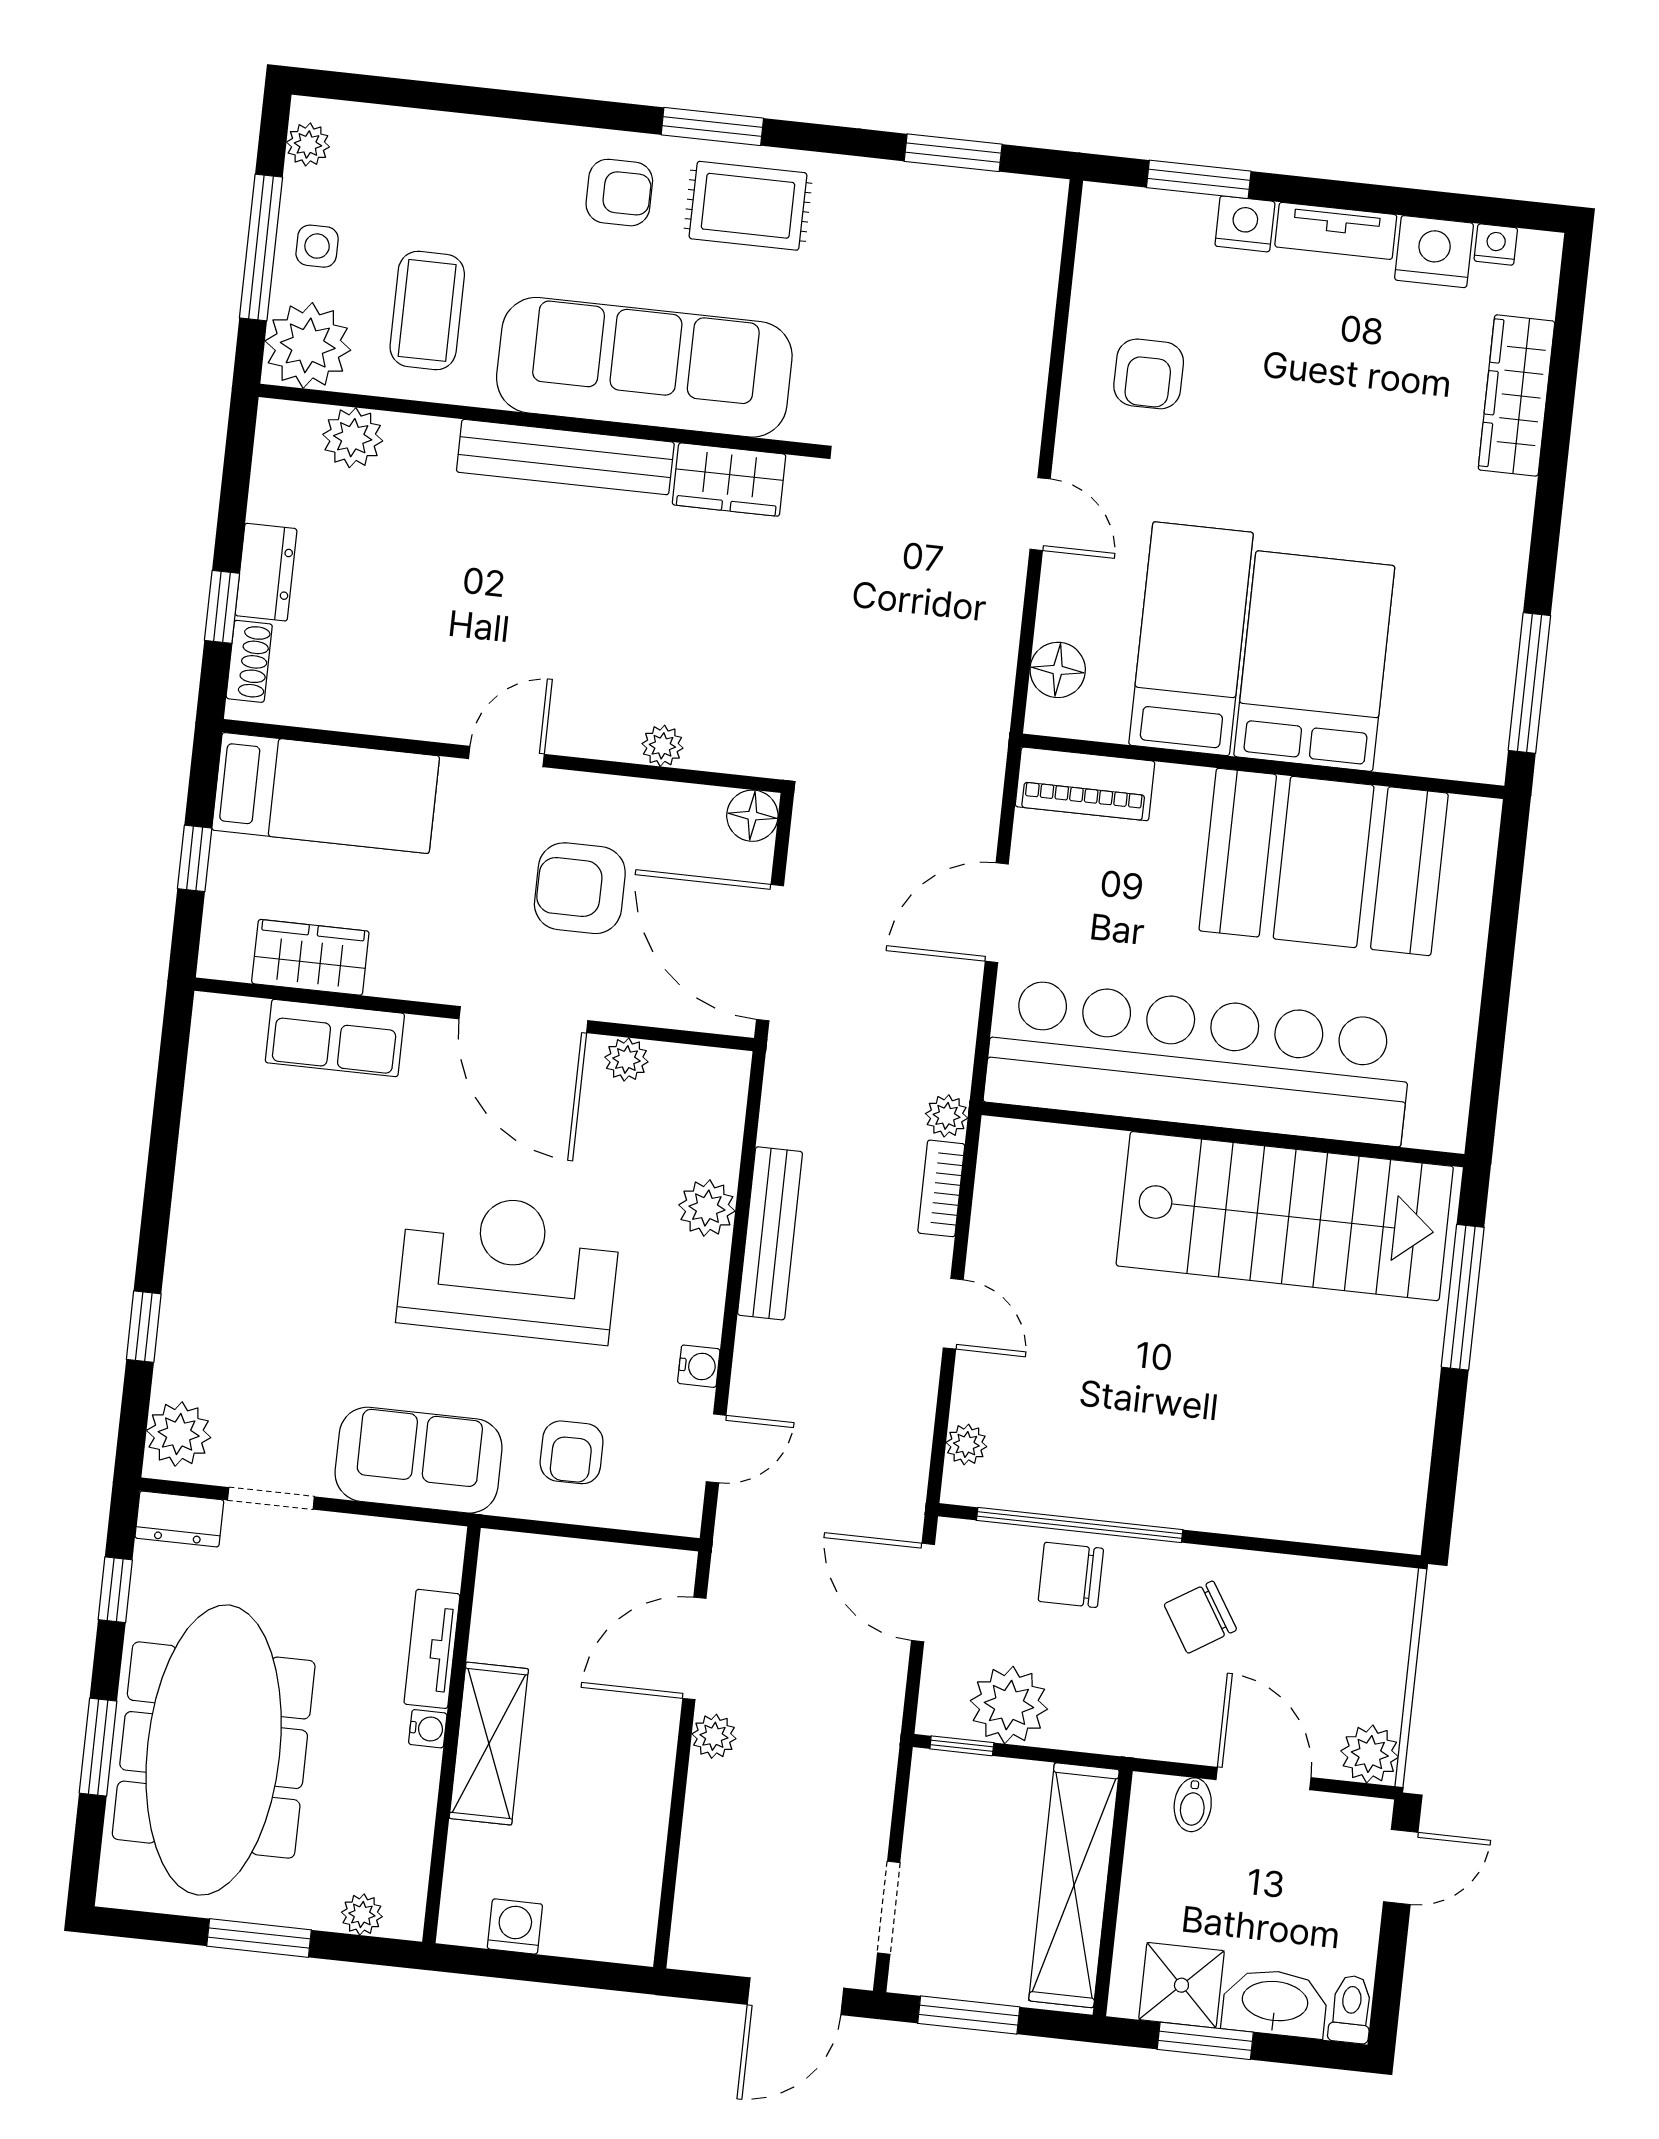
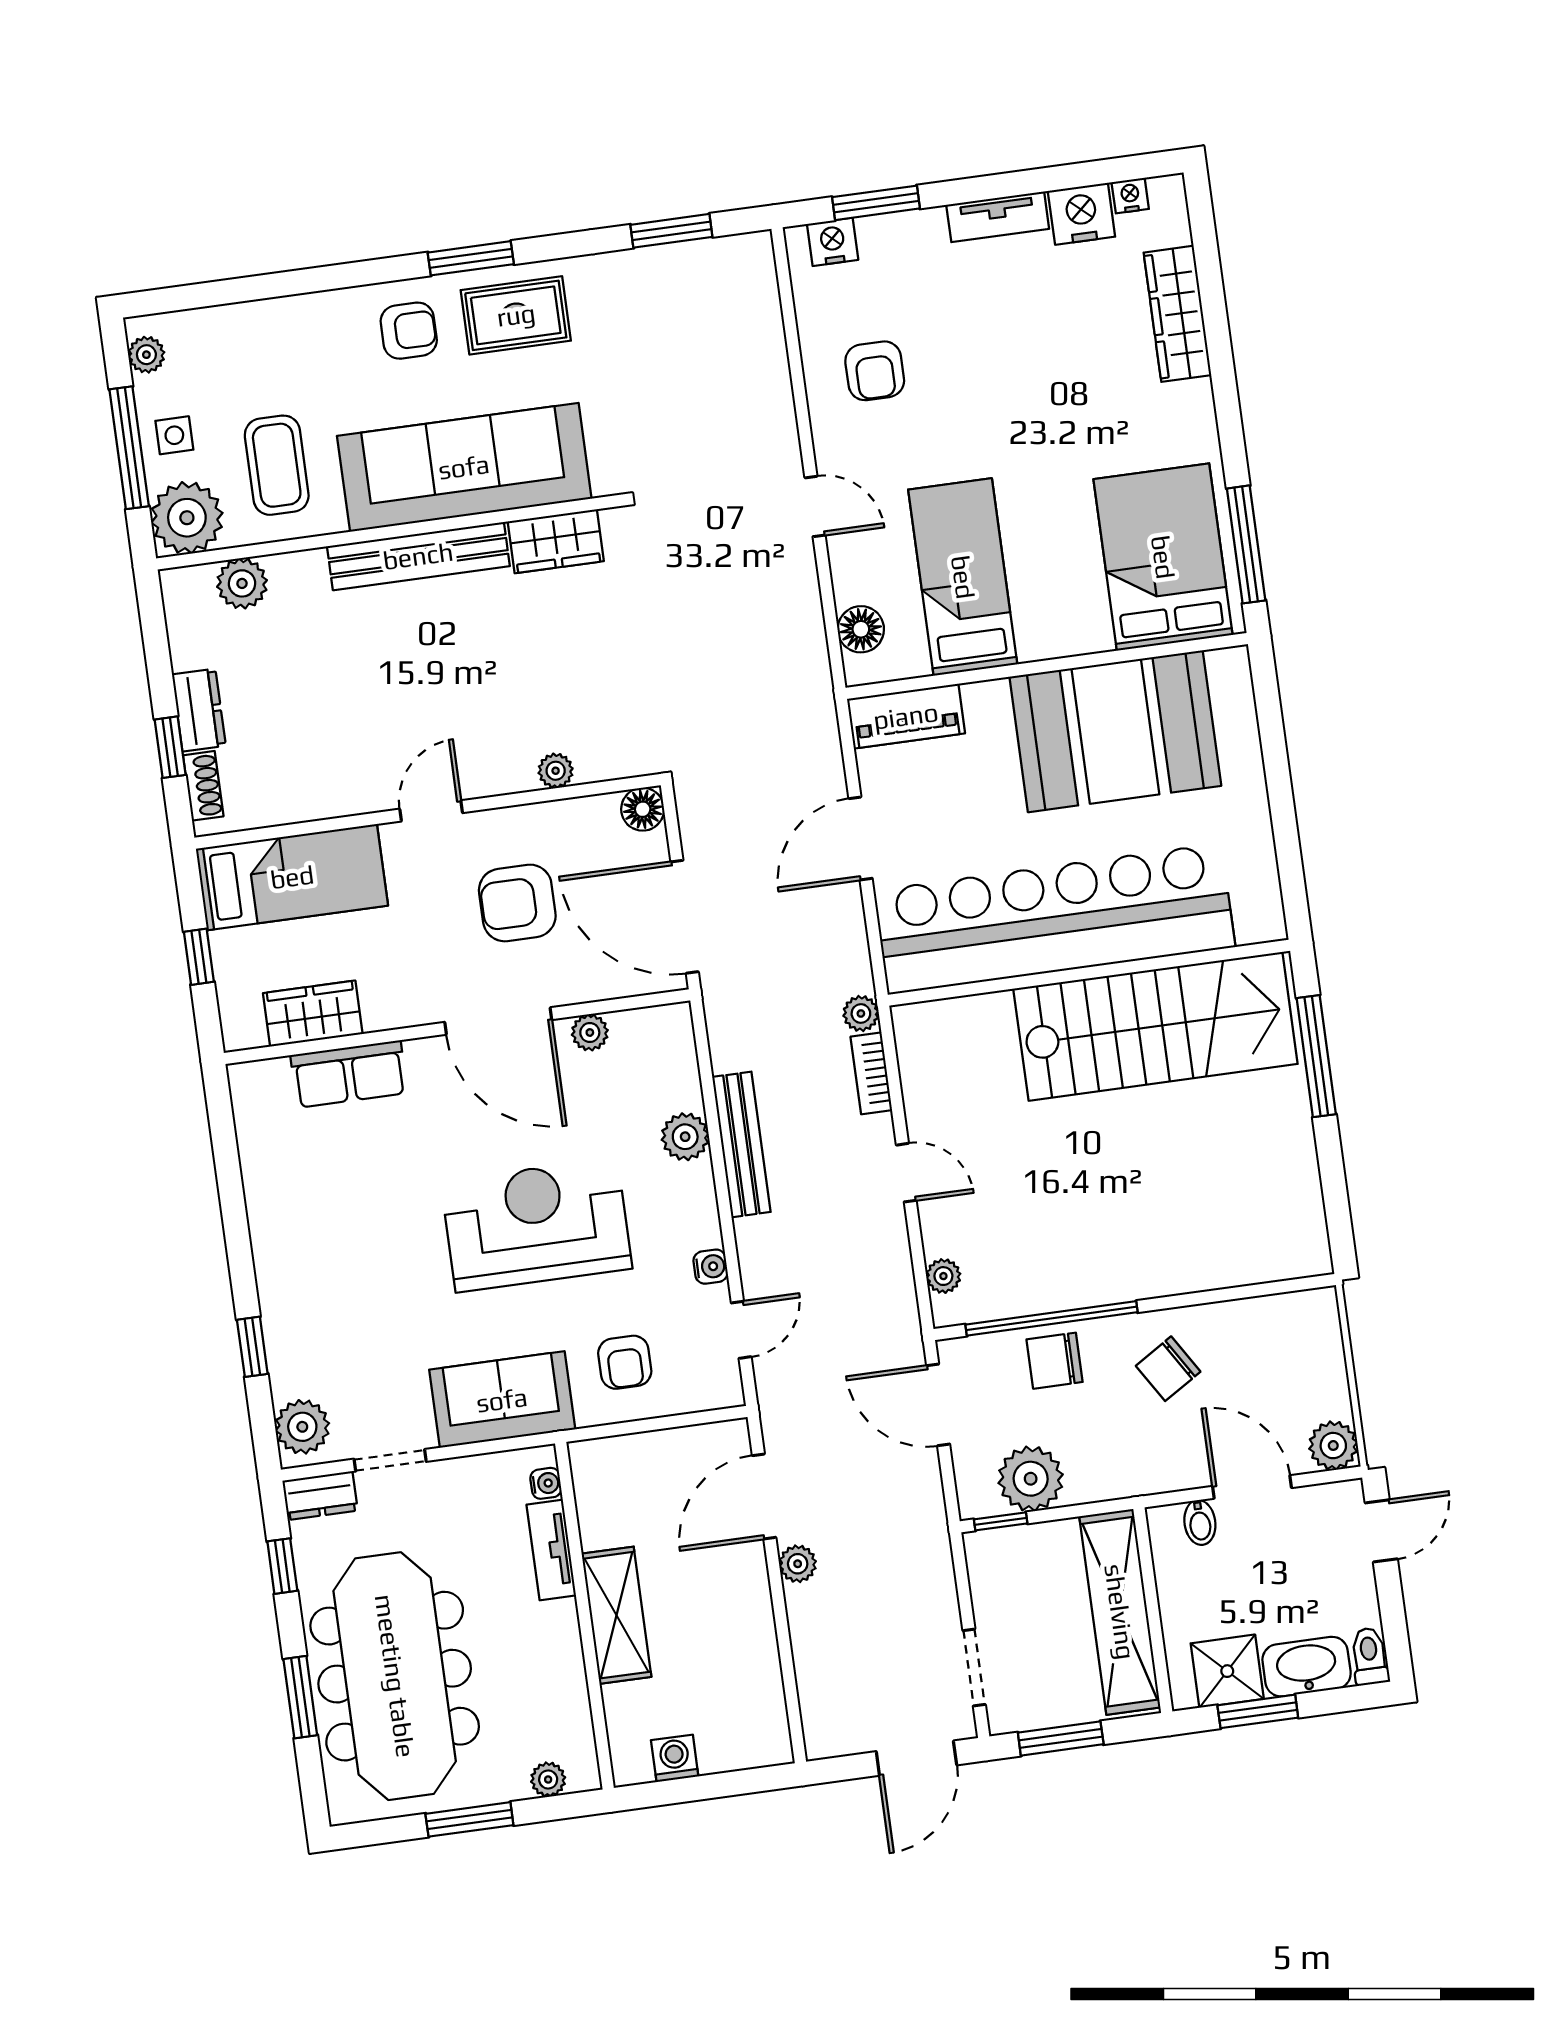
nightstand: (1245, 224) -> (833, 242), moved
bed: (1314, 661) -> (1163, 557), moved
water cooler: (428, 1729) -> (546, 1483), moved

